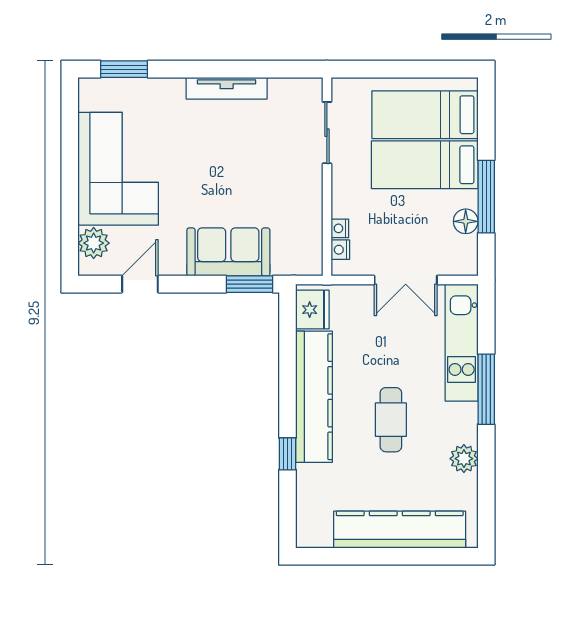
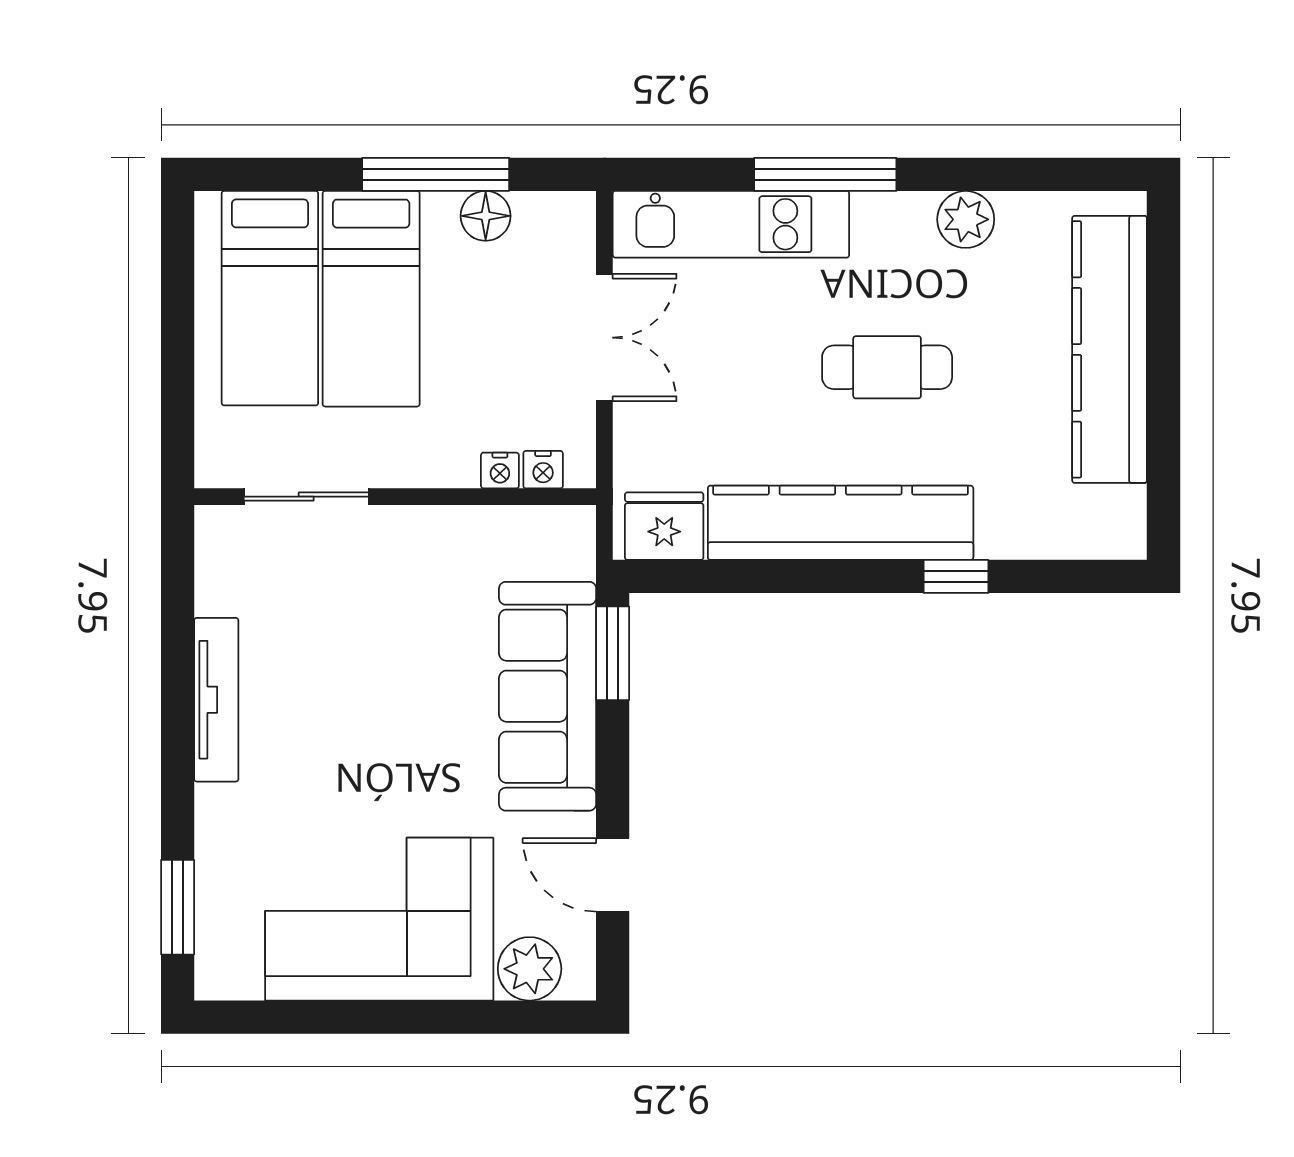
sofa: (228, 252) -> (548, 696), width x1.36

